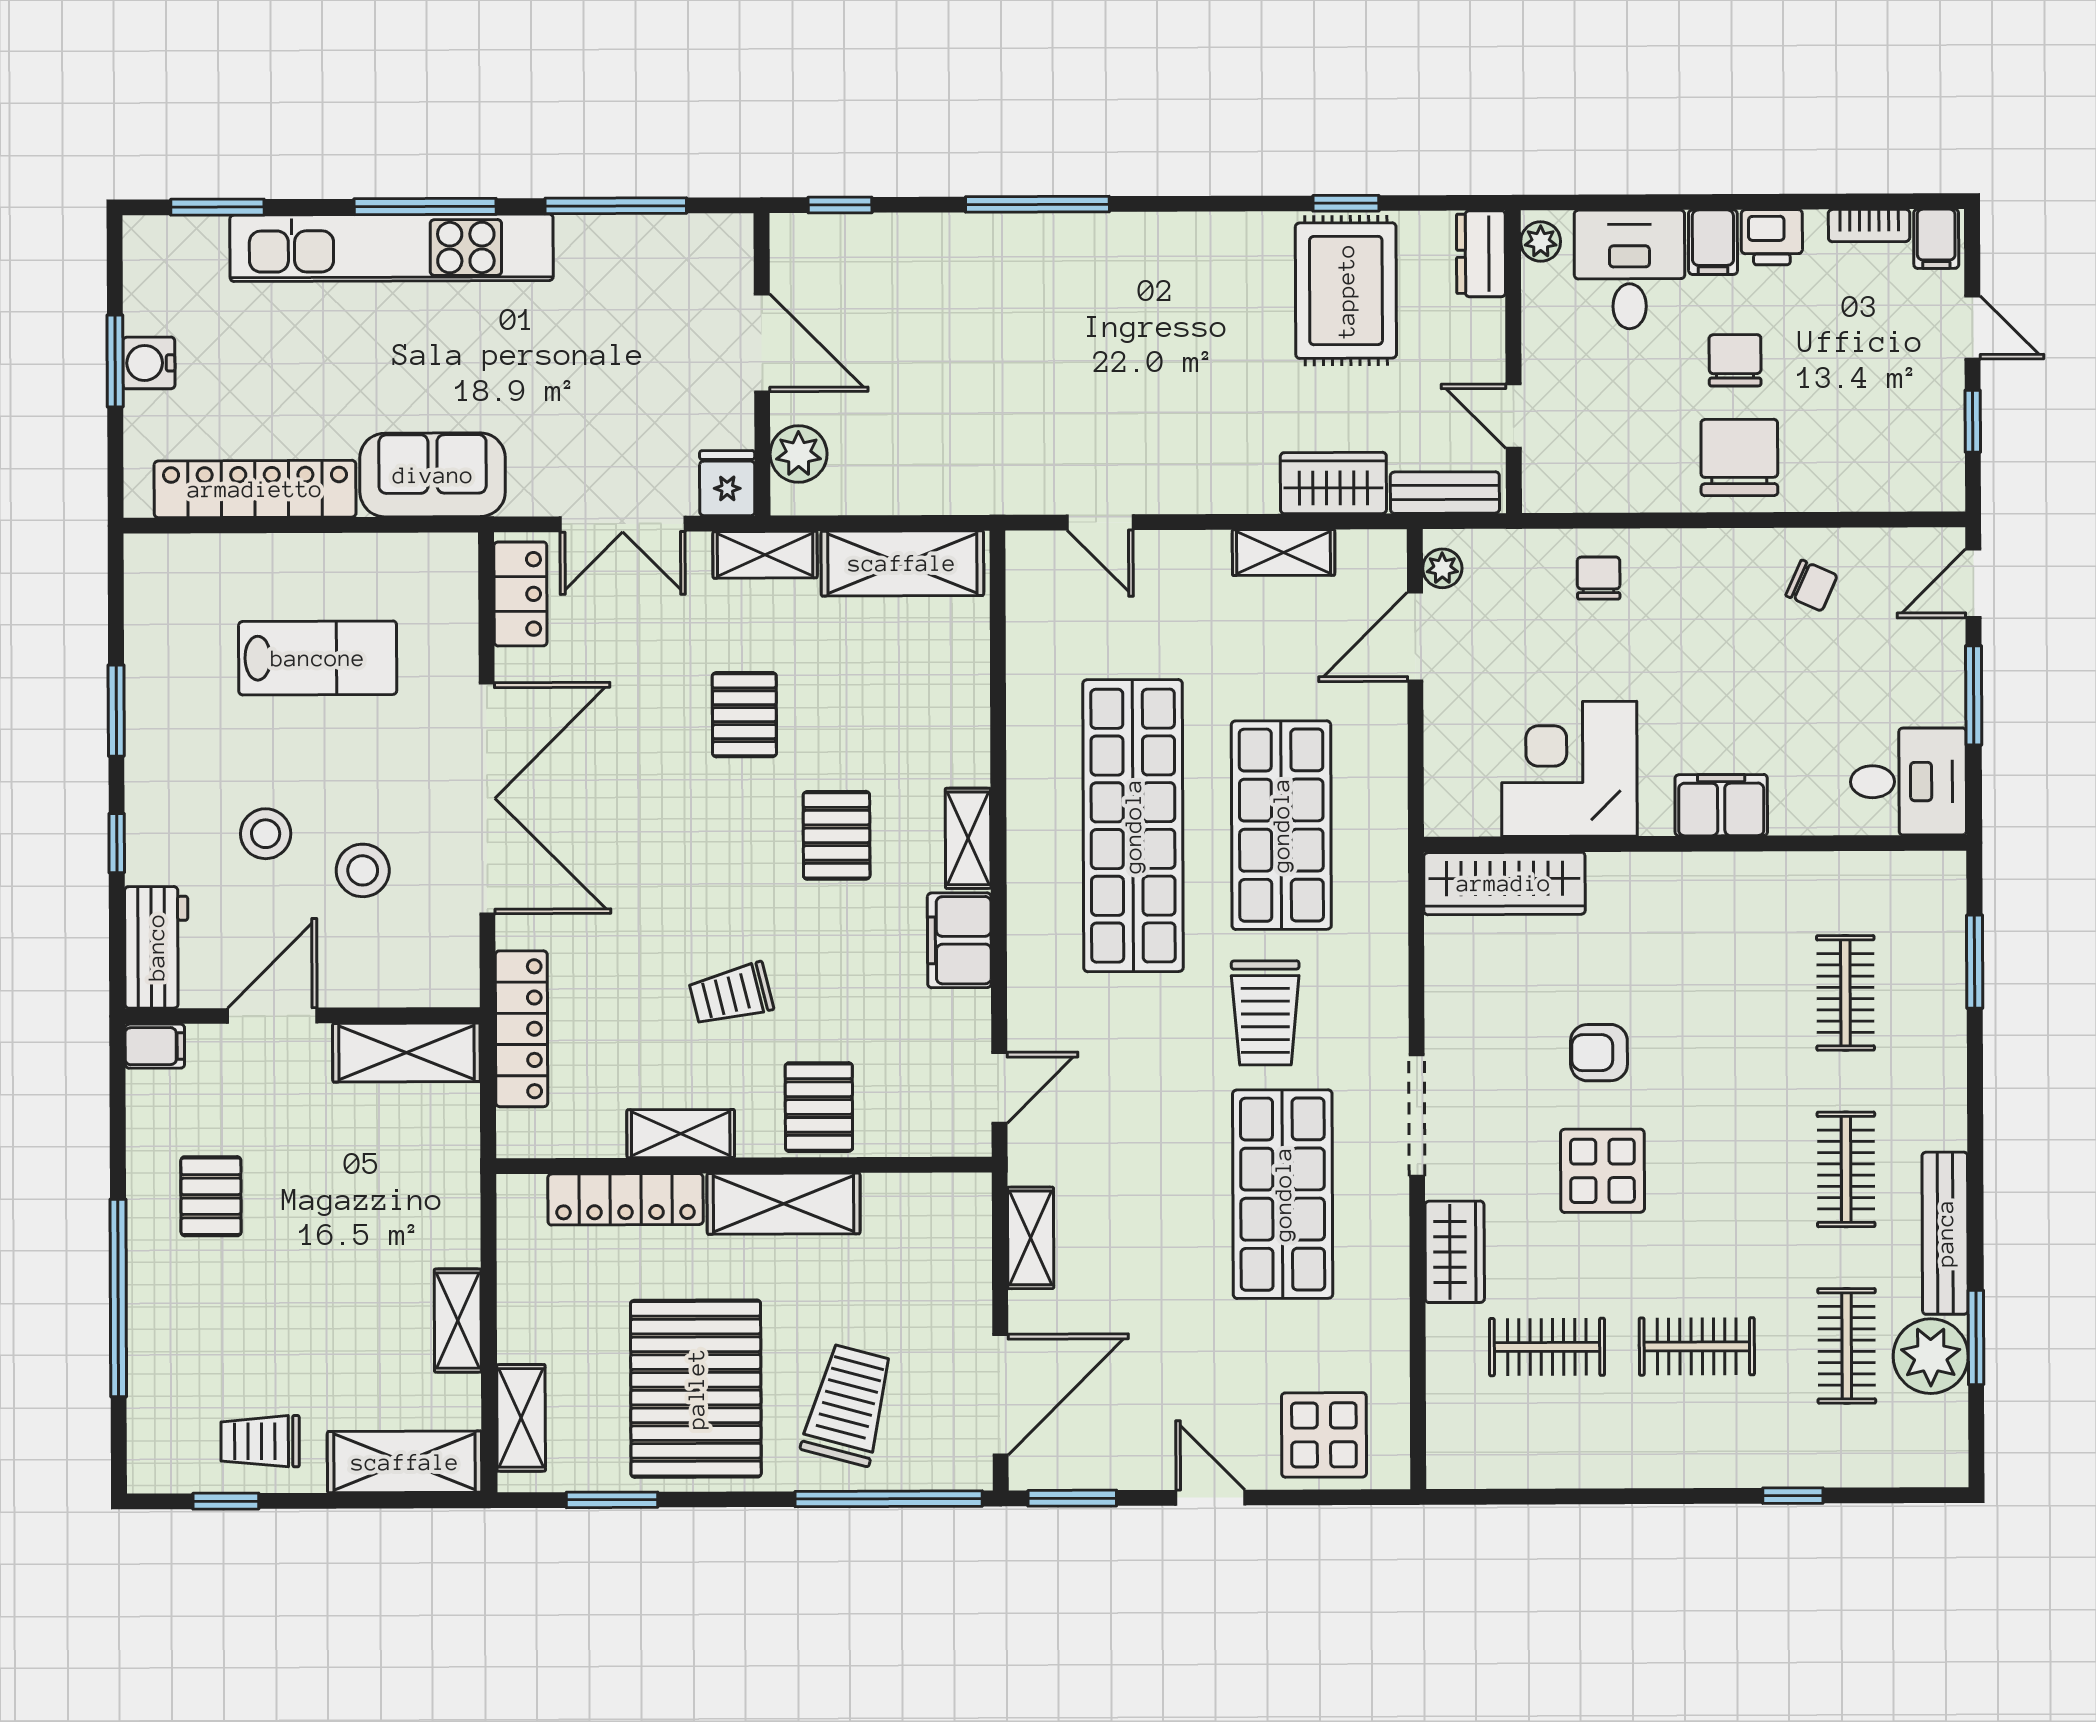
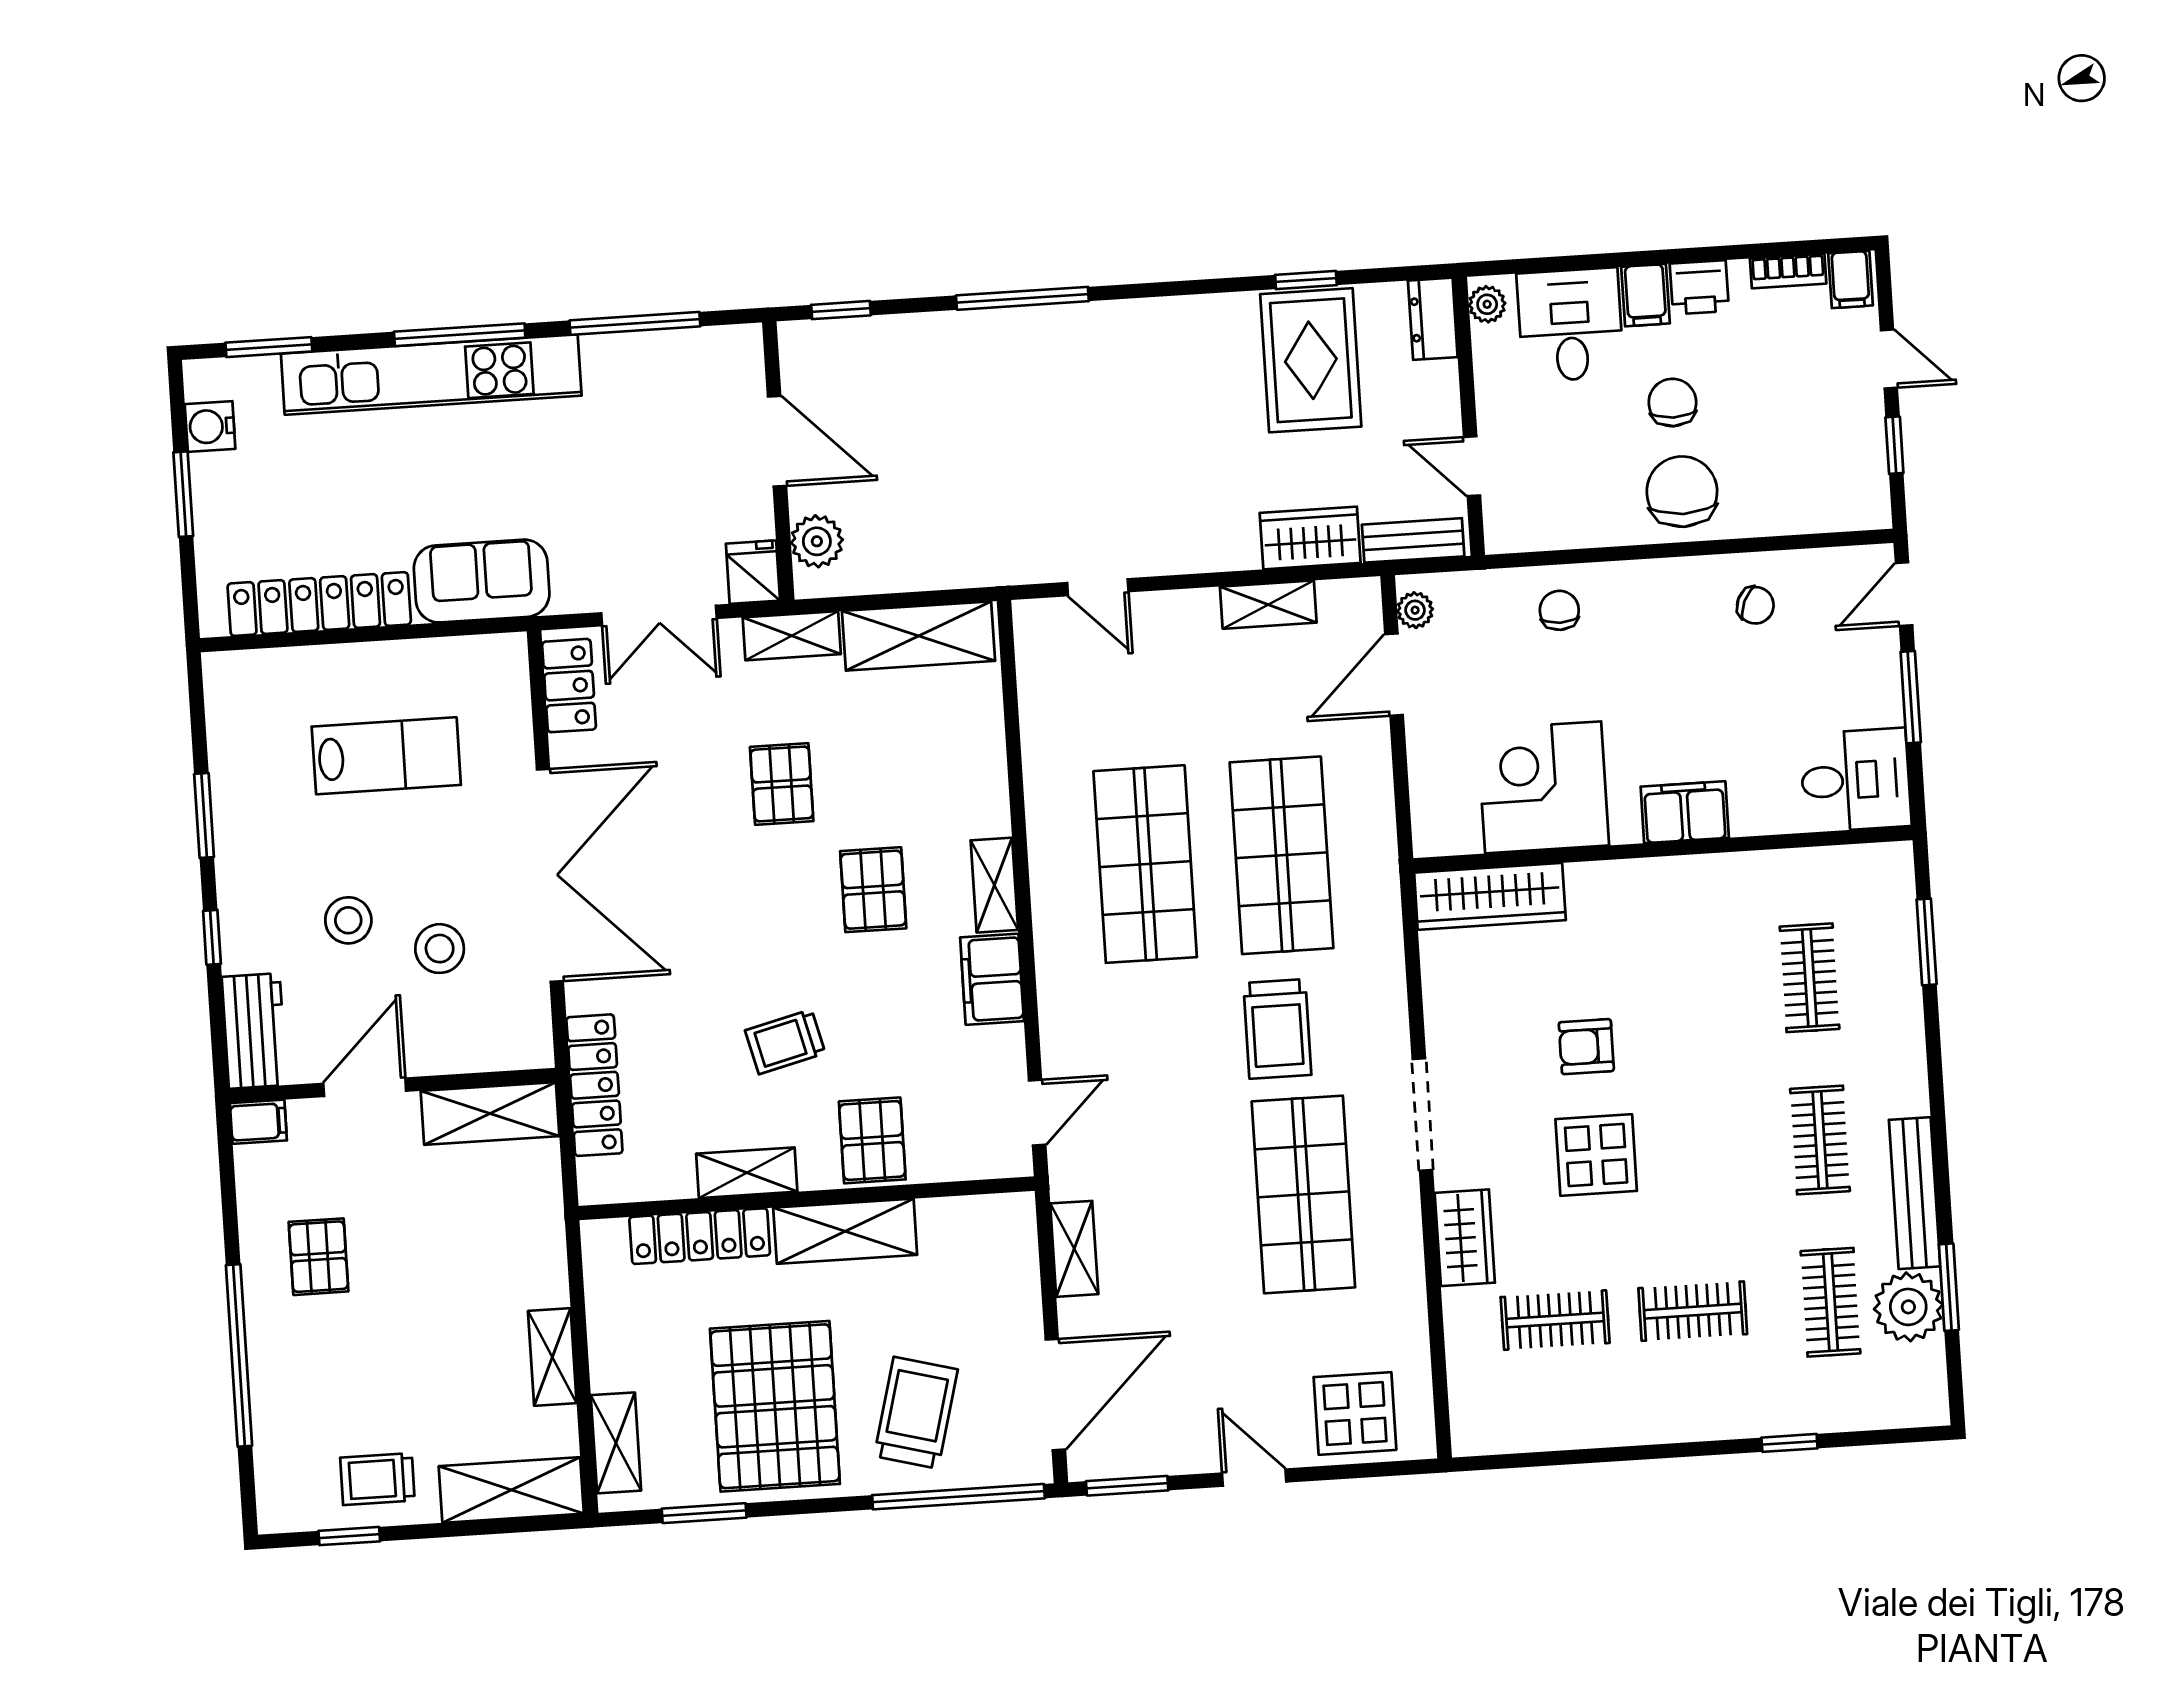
water cooler: (149, 363) -> (210, 426), moved
shop shelf: (1133, 826) -> (1145, 864), width x0.71

